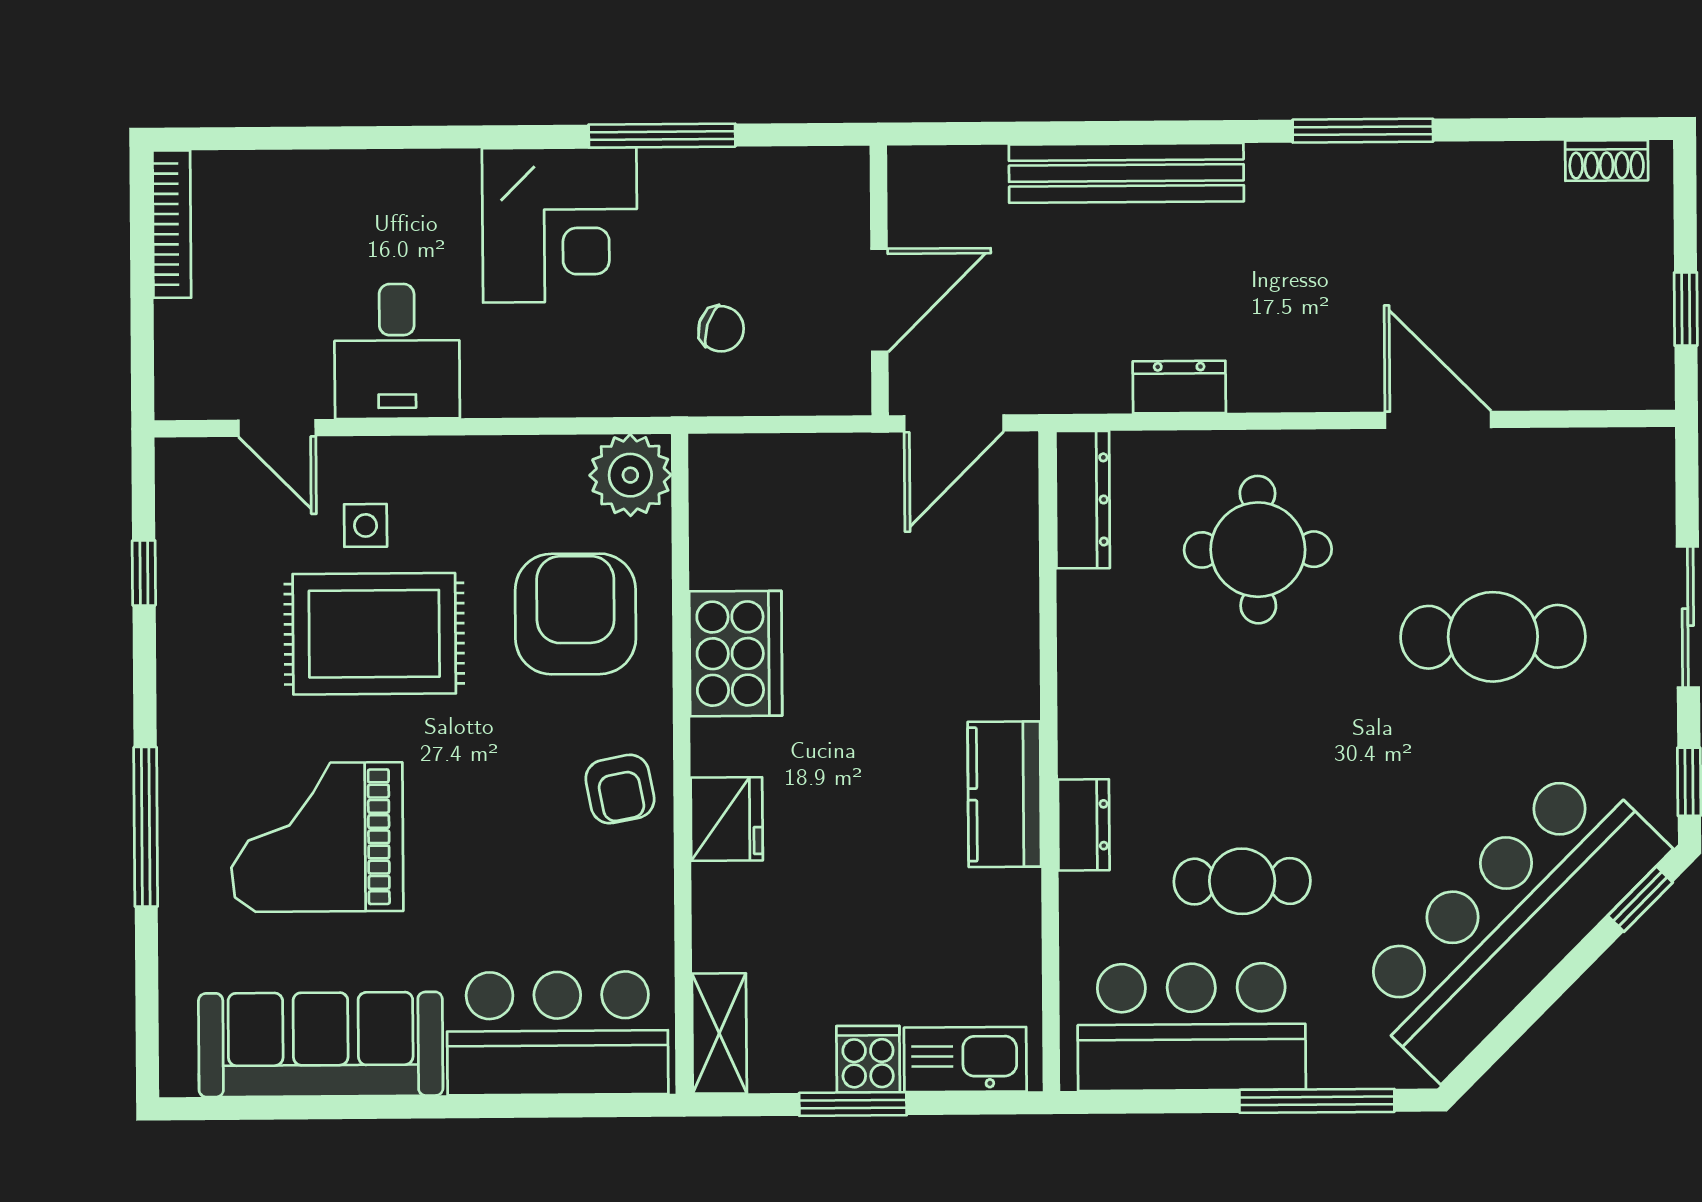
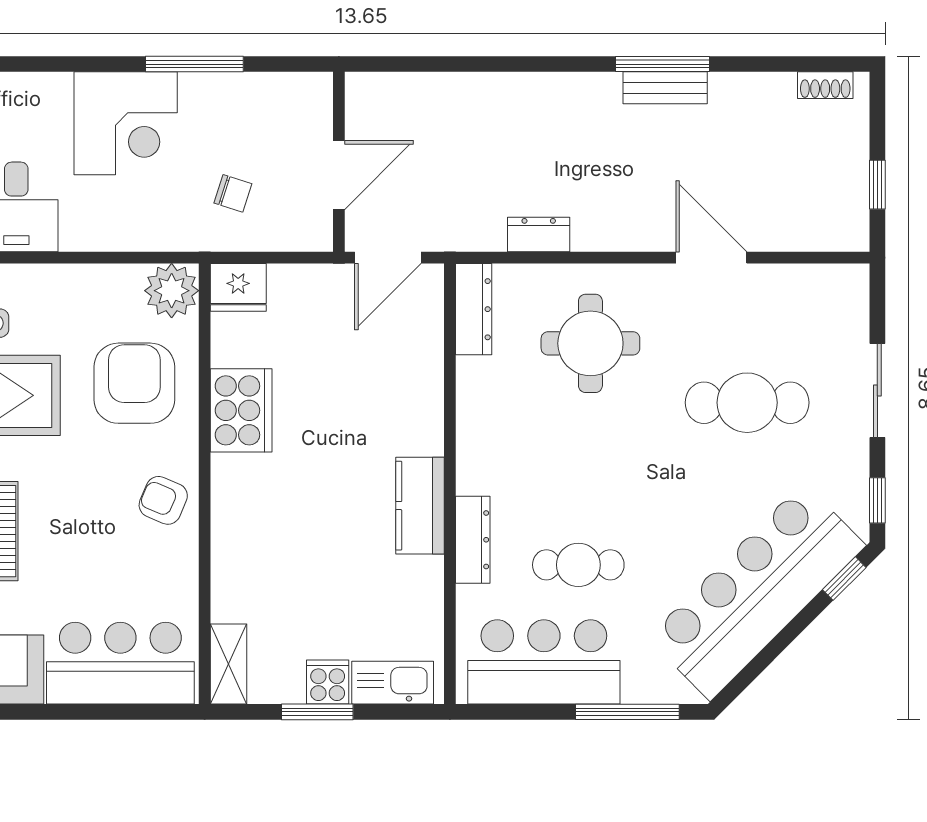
bench: (1126, 173) -> (665, 88), moved, width x0.54, depth x0.82
armchair: (620, 789) -> (163, 500), turned 124
fridge: (727, 819) -> (238, 287), moved, turned 90
dresser: (1084, 825) -> (473, 540), width x1.44

